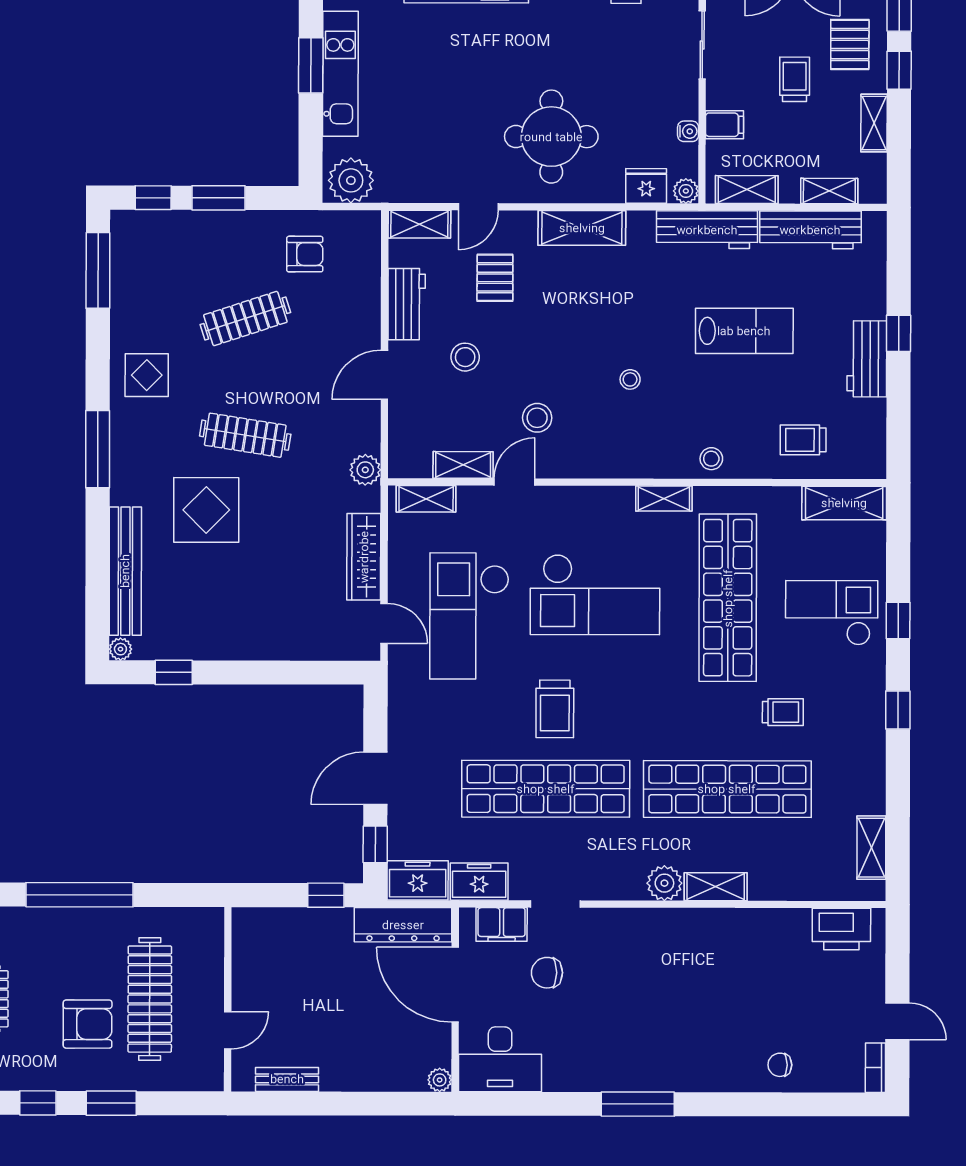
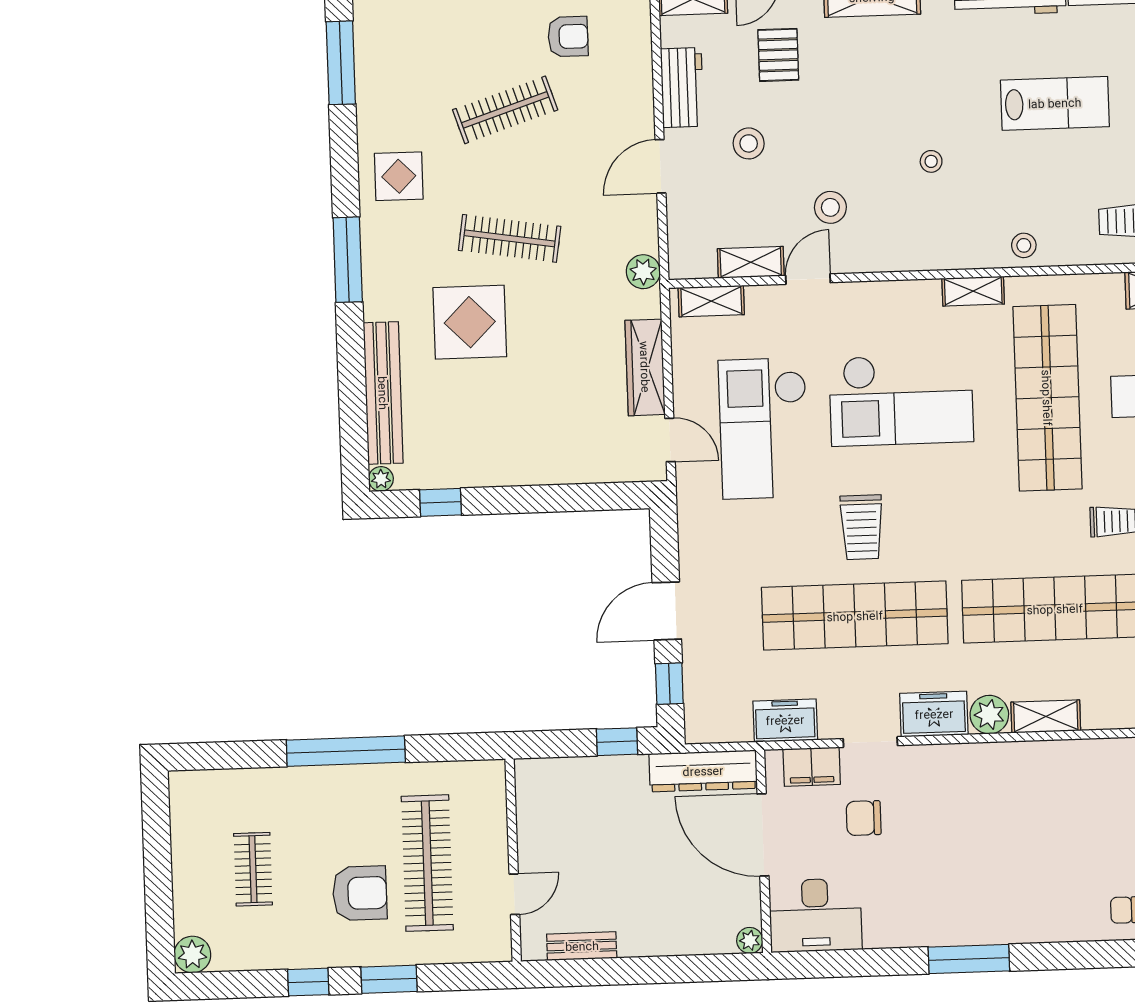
freezer: (418, 880) -> (934, 714), moved

